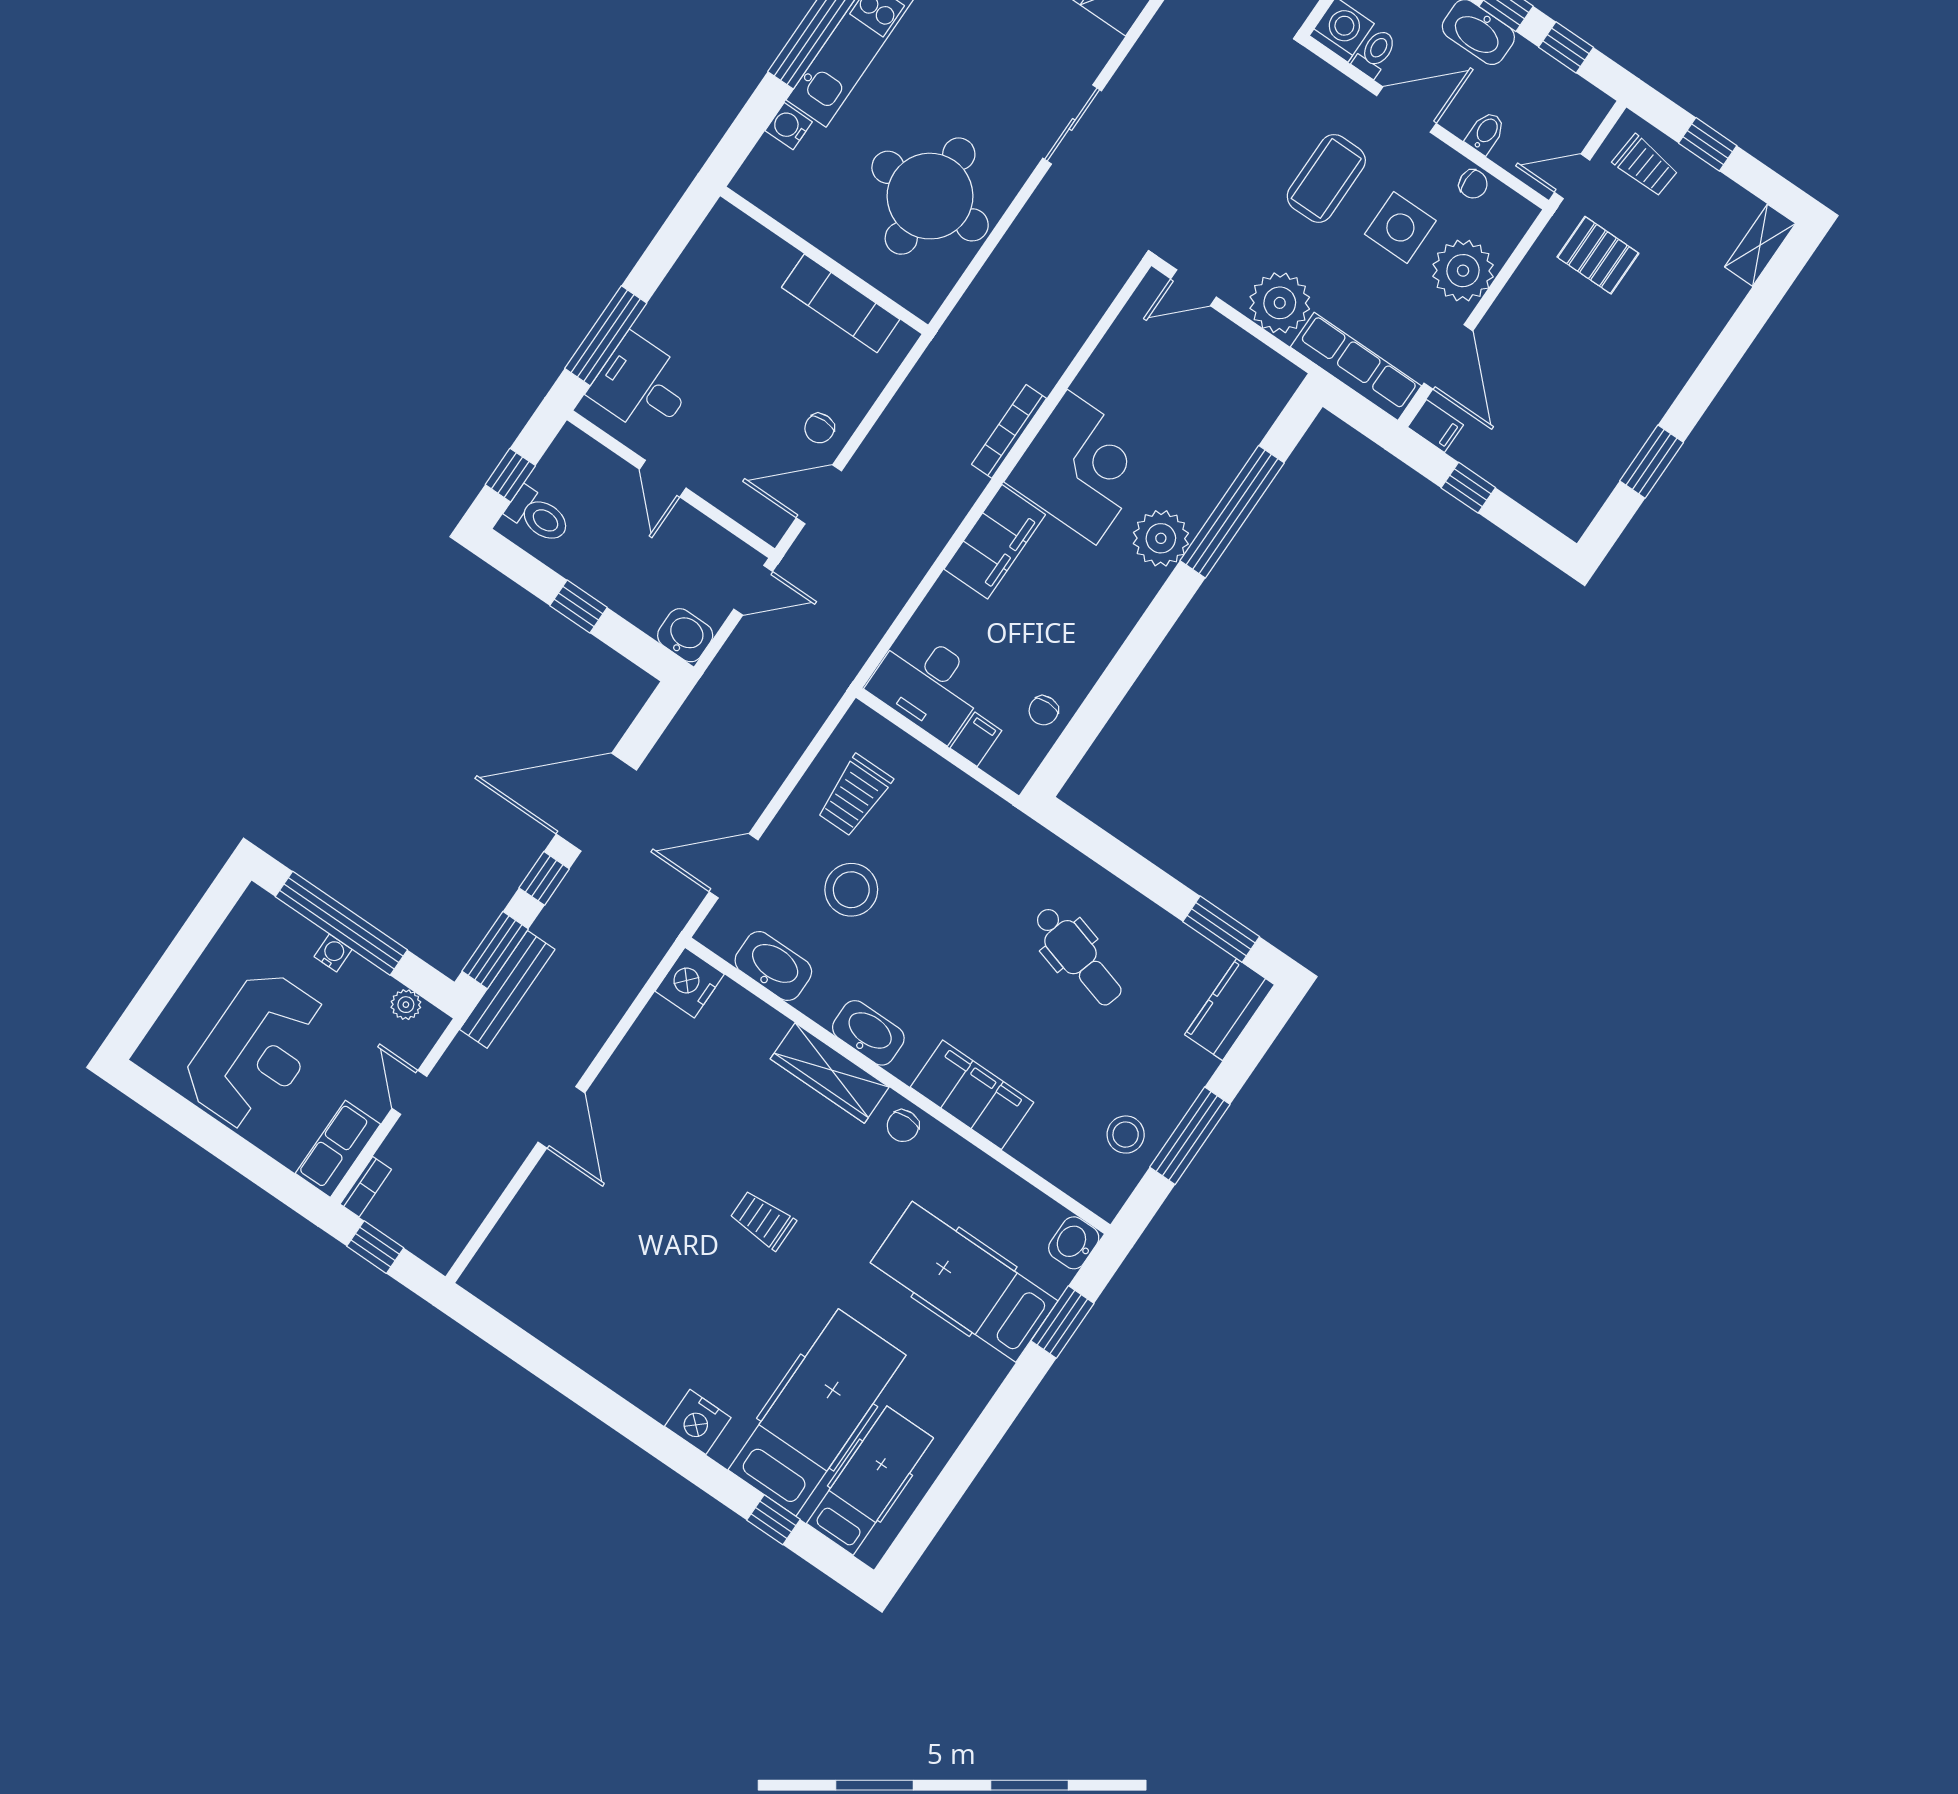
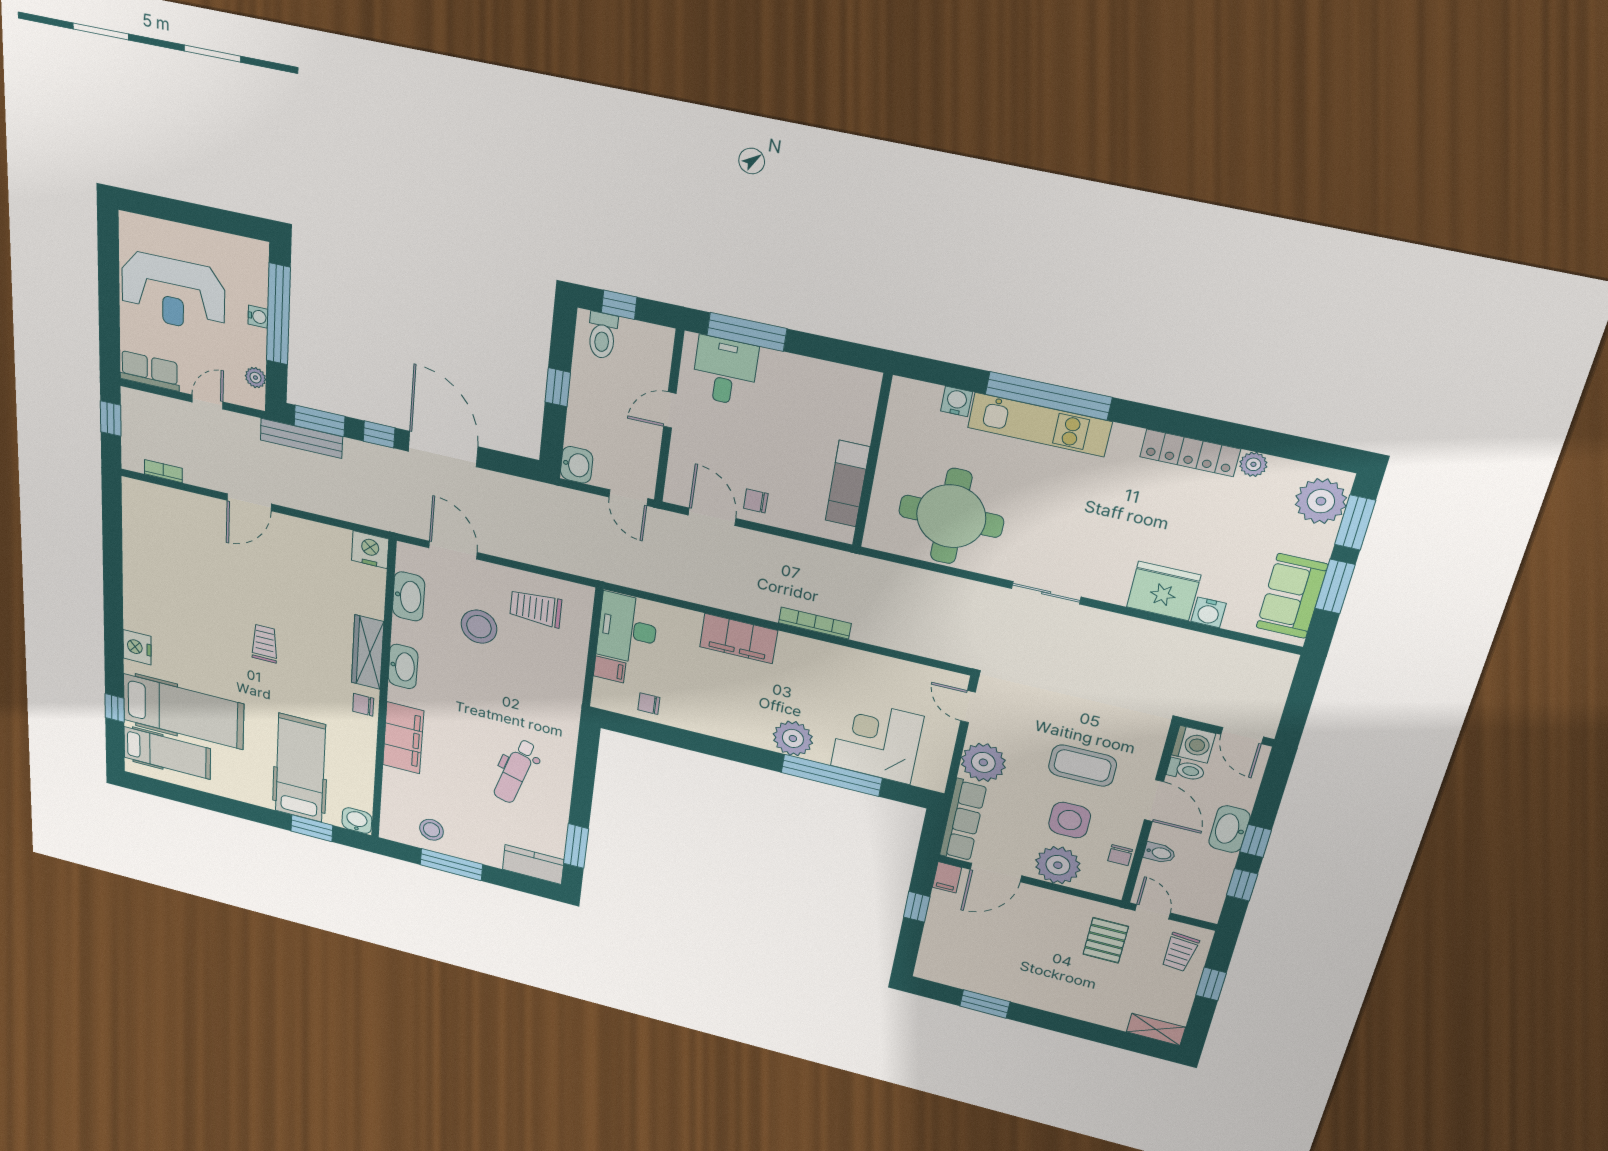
corner desk: (1082, 467) -> (877, 741), moved, turned 180
bookcase: (366, 1187) -> (163, 471), moved, turned 180

